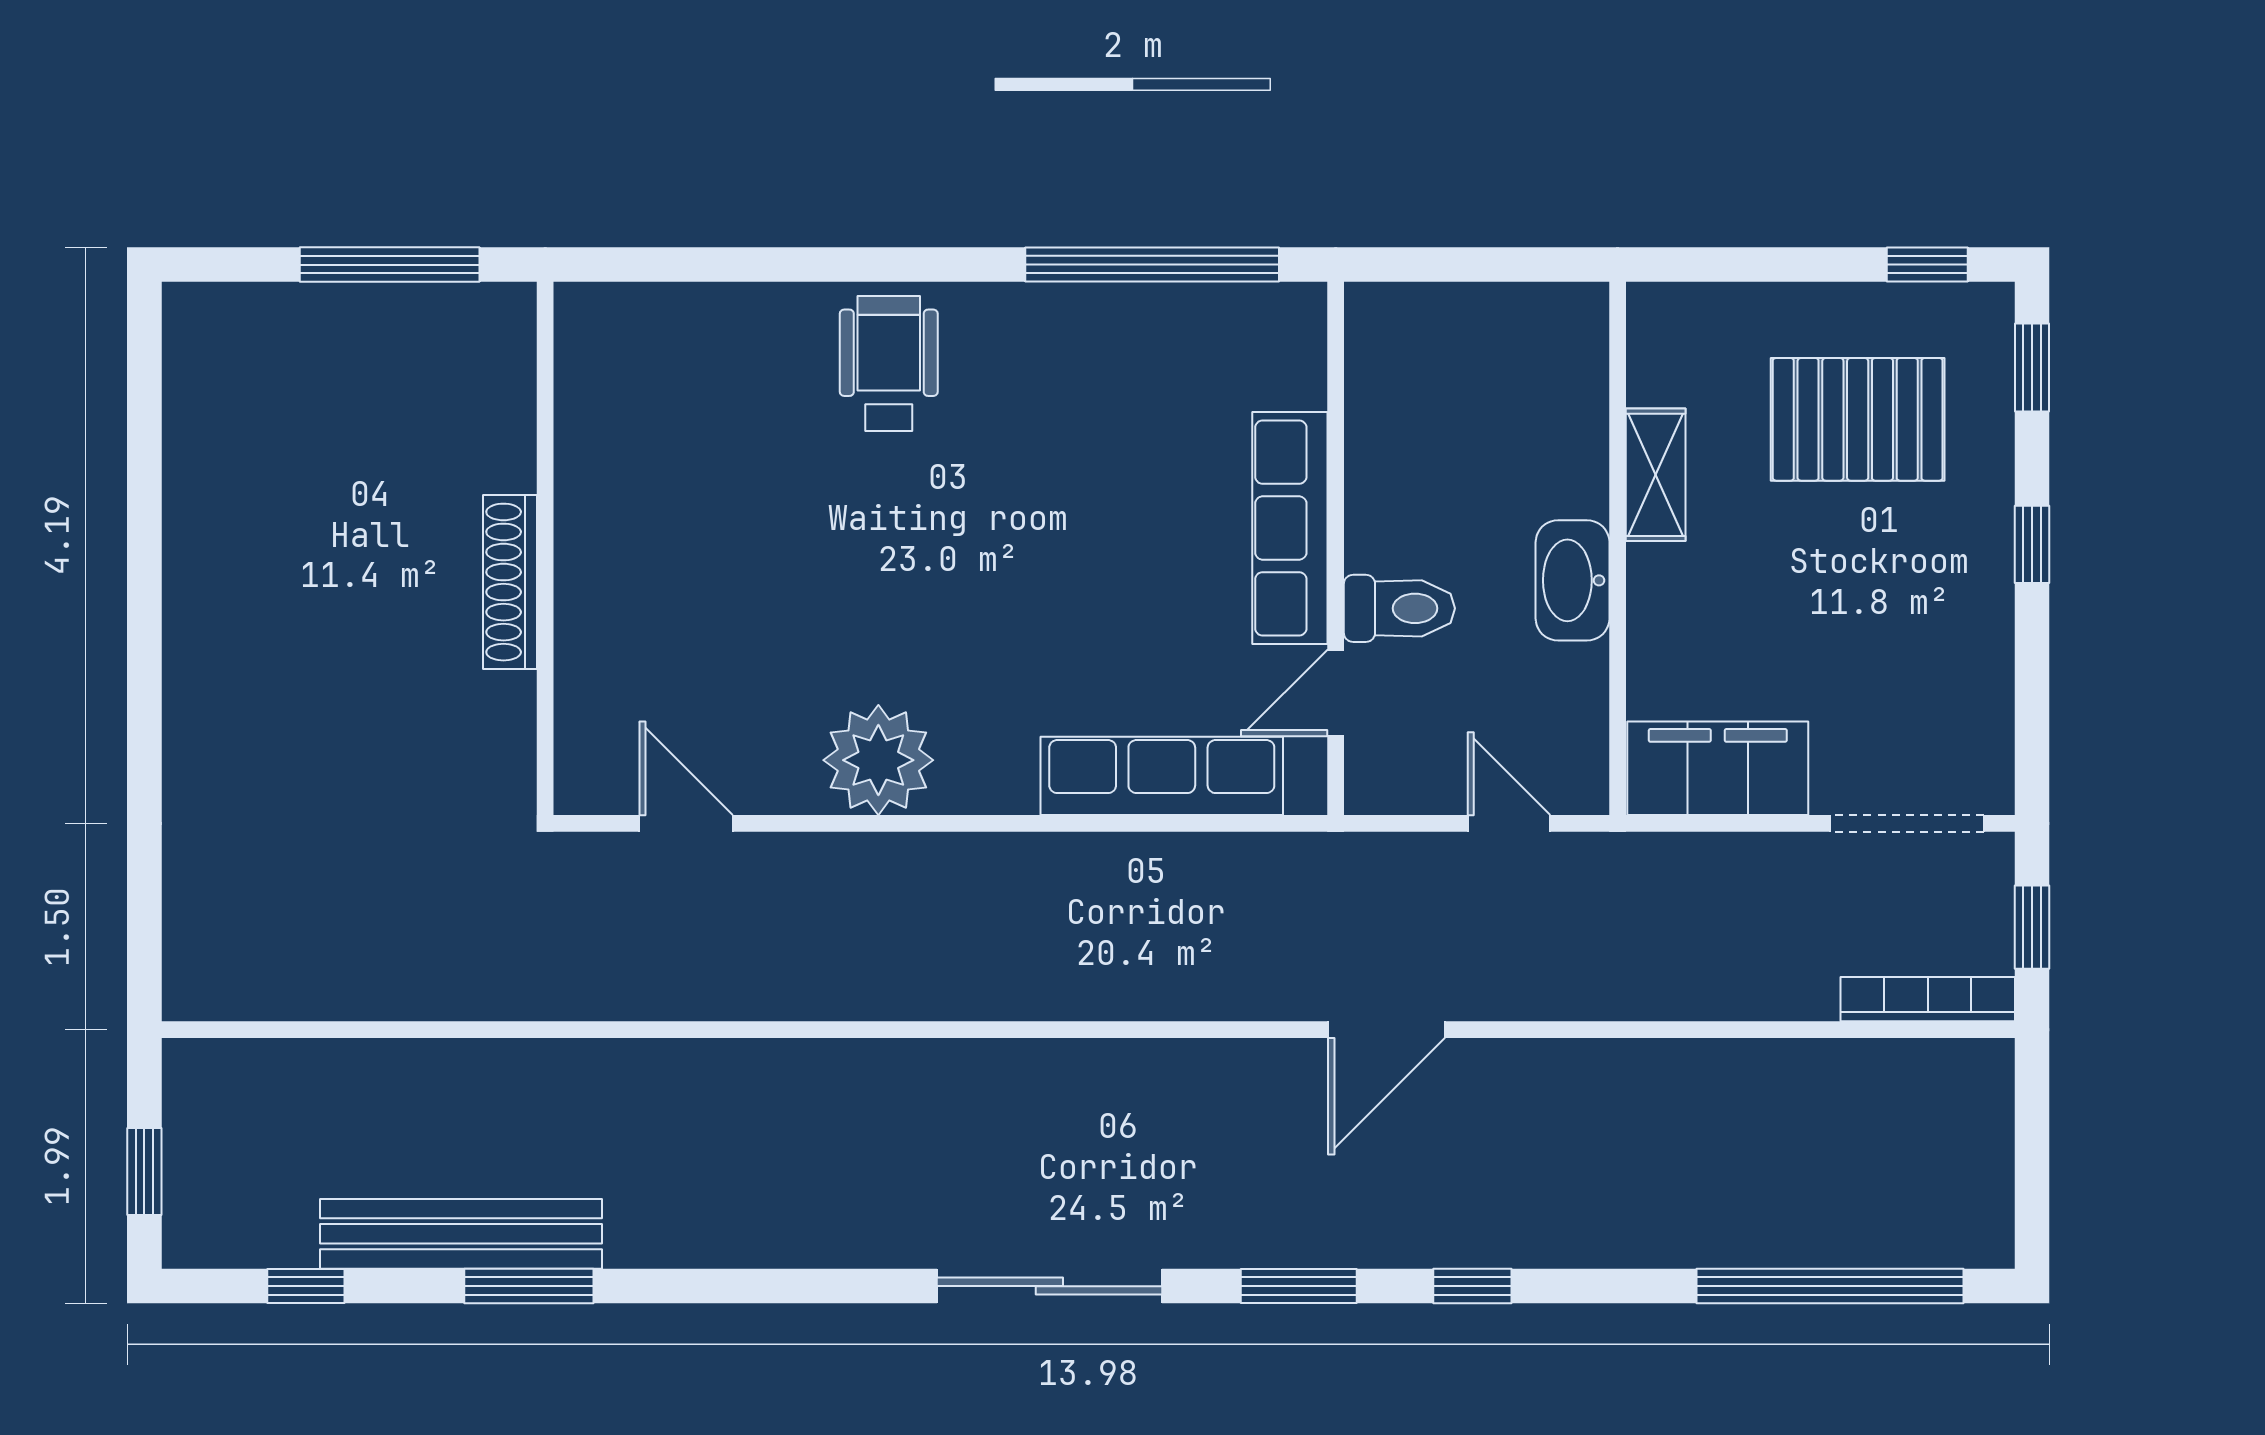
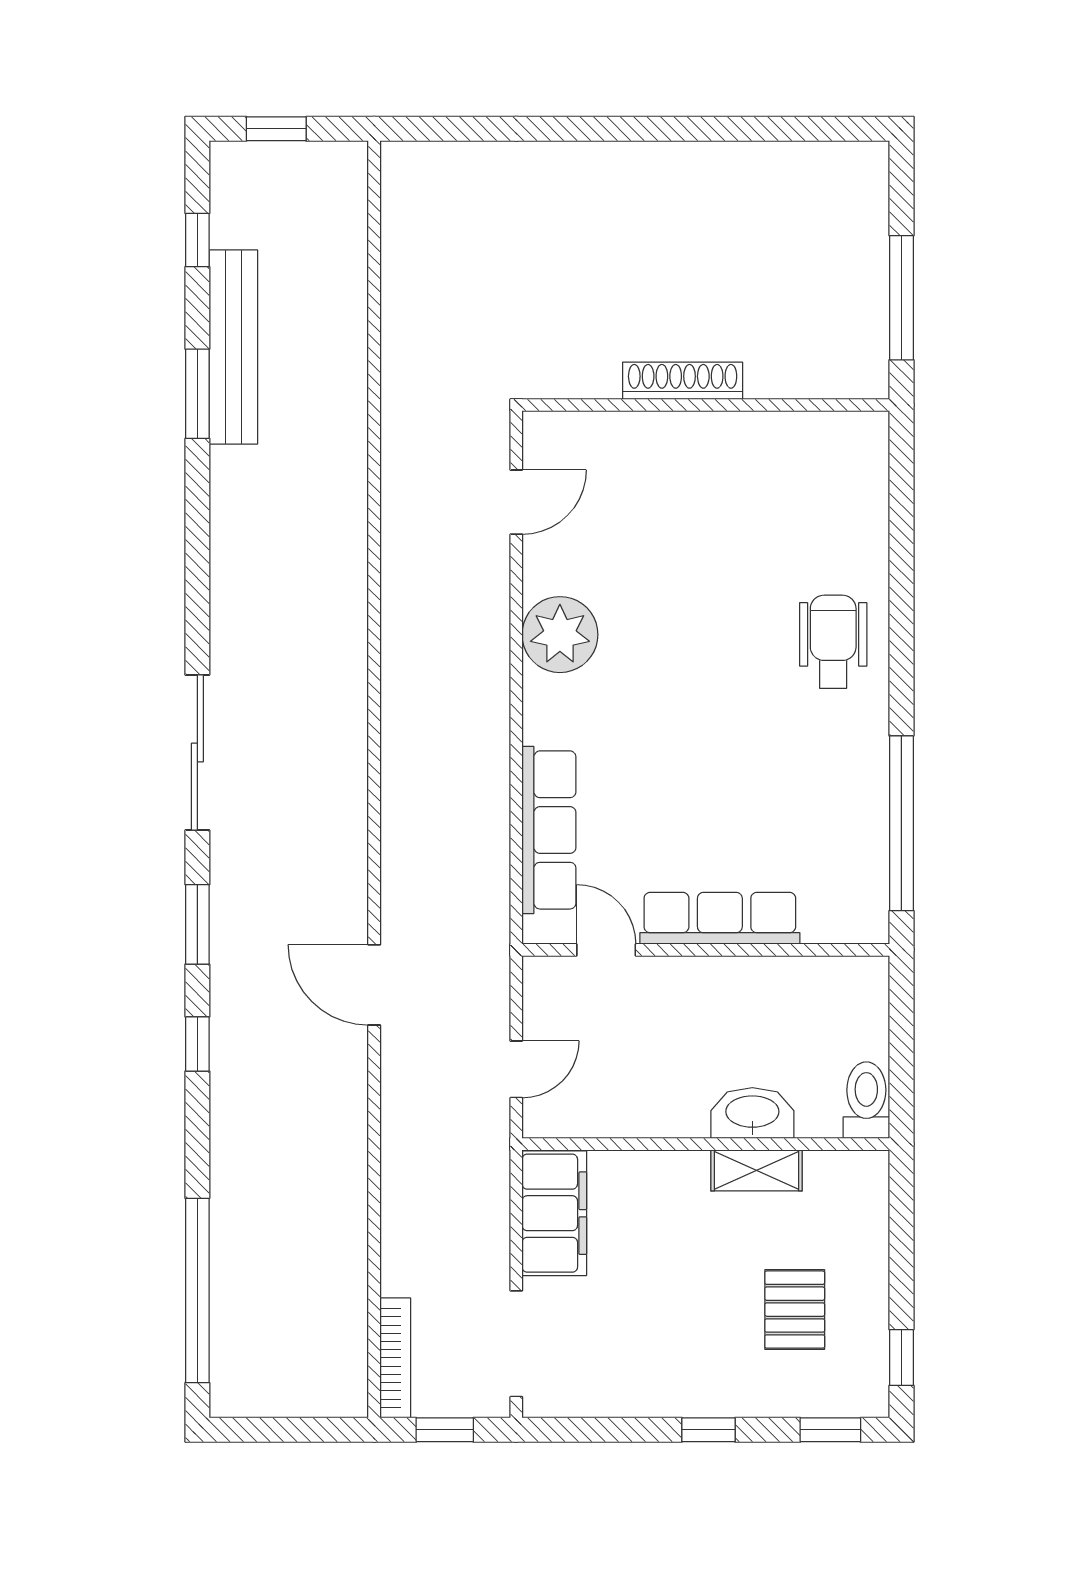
wheelchair: (889, 364) -> (833, 642), turned -90
pallet: (1858, 419) -> (795, 1310), width x0.67, depth x0.71
washbasin: (1573, 580) -> (752, 1113), moved
toilet: (1399, 608) -> (866, 1100), moved, turned 180

